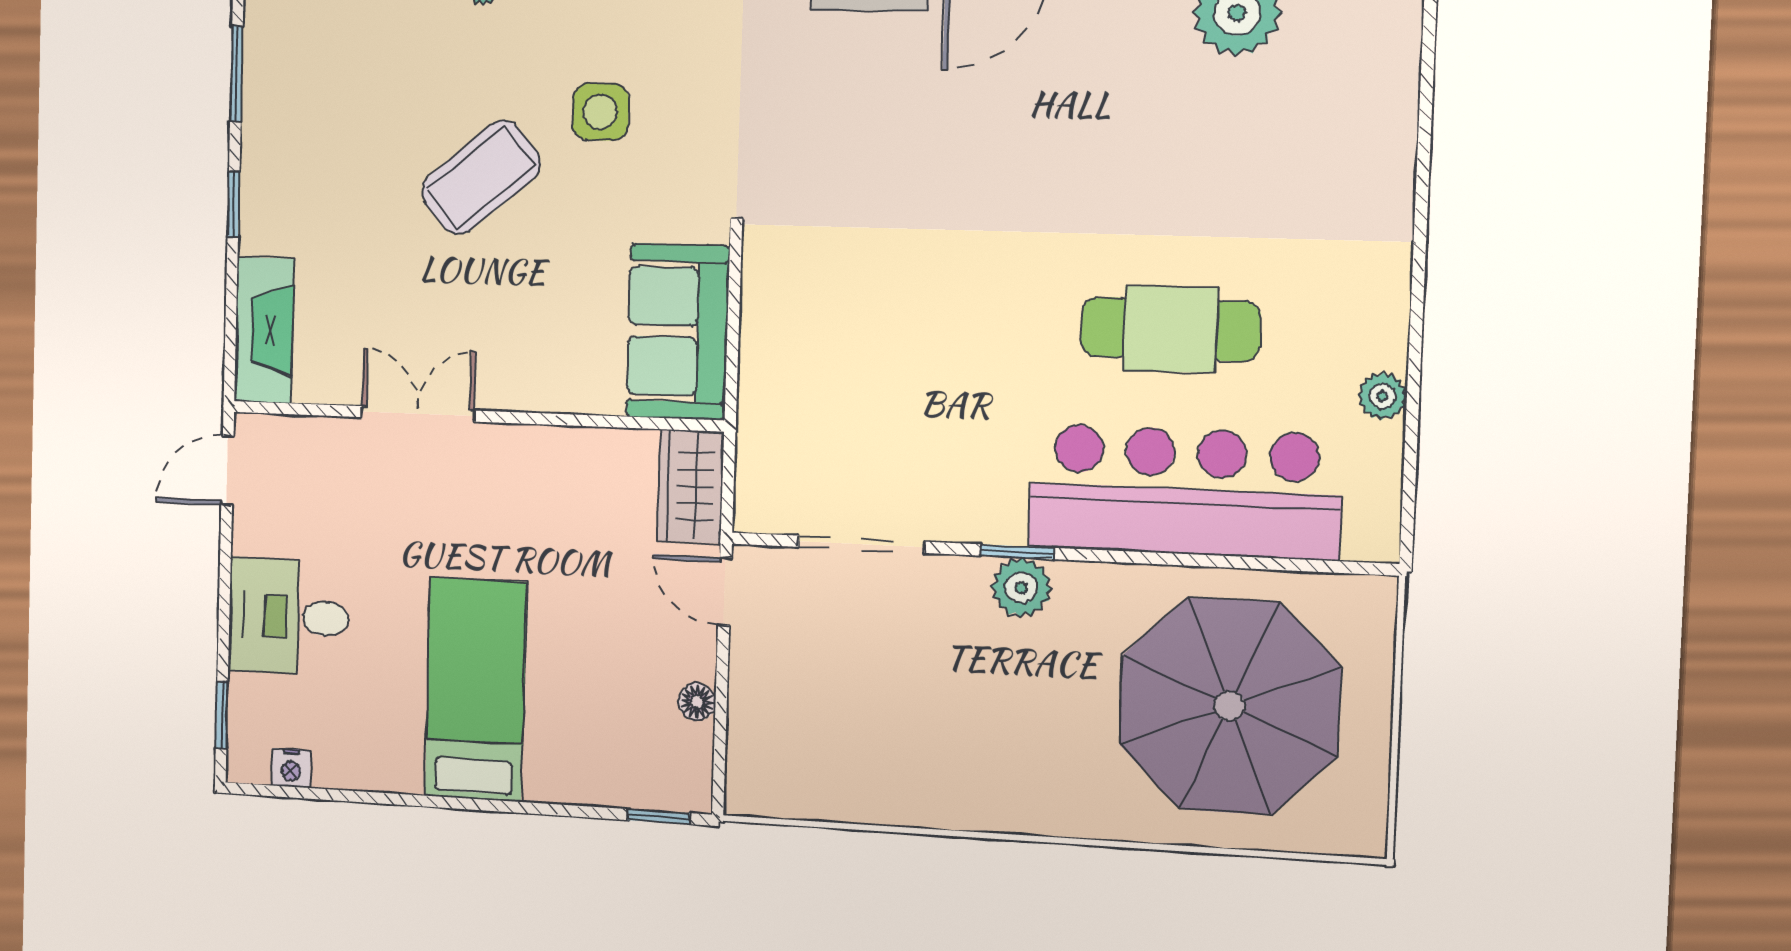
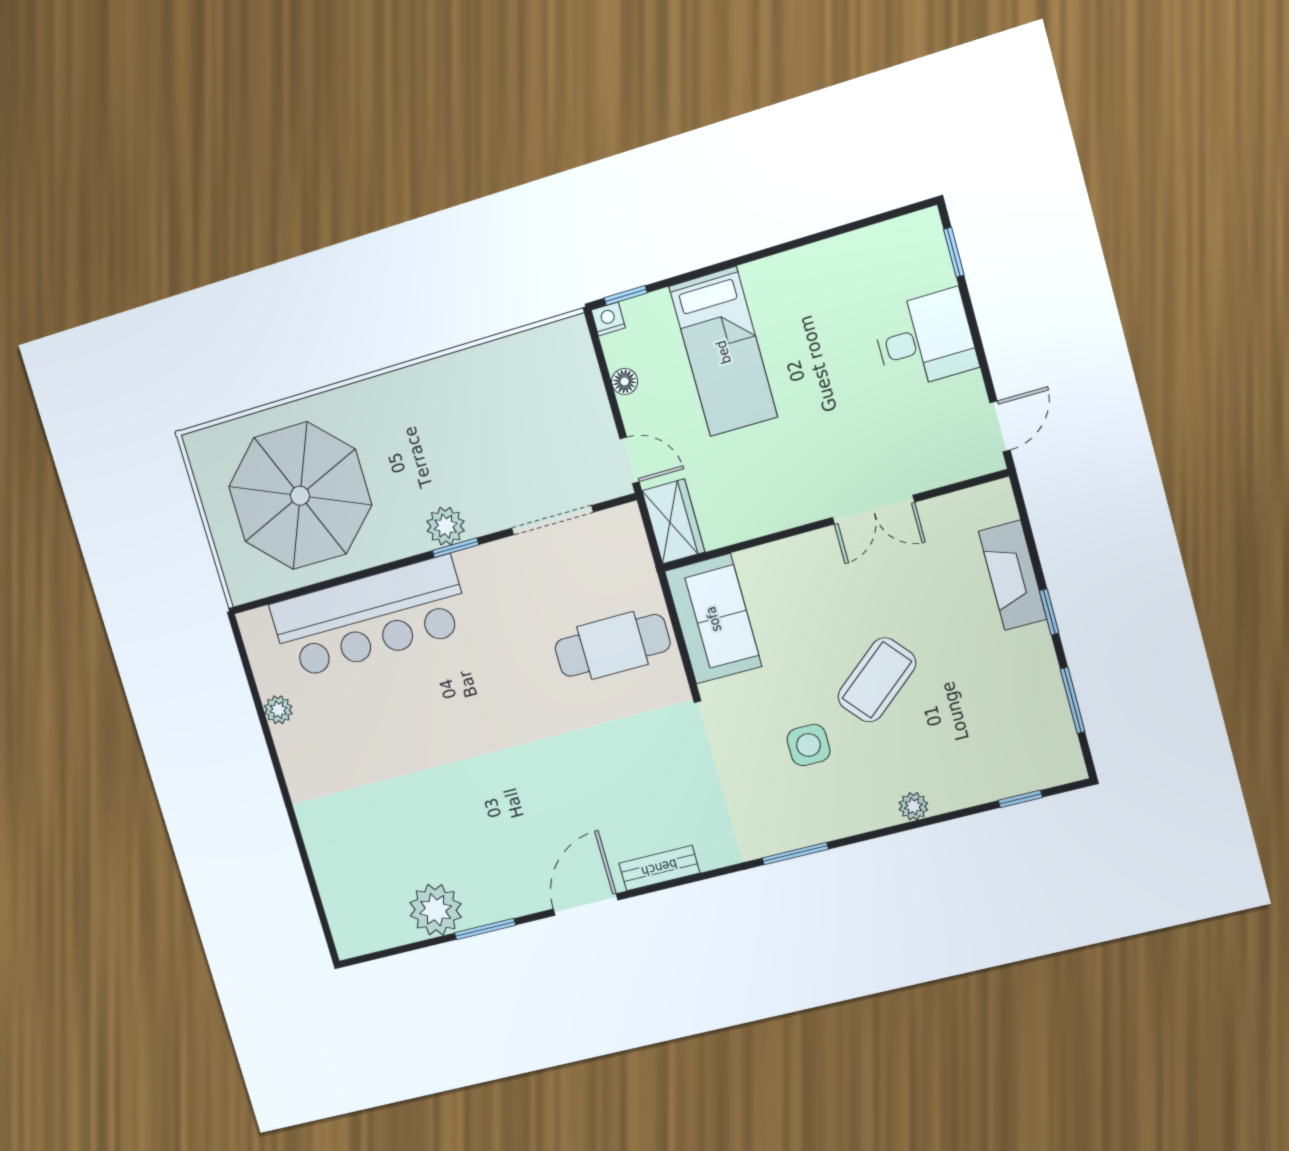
cafe table: (1170, 329) -> (612, 646), moved
fireplace: (264, 330) -> (1013, 575), moved
bed: (476, 689) -> (723, 352), moved
nightstand: (291, 768) -> (608, 319), moved

